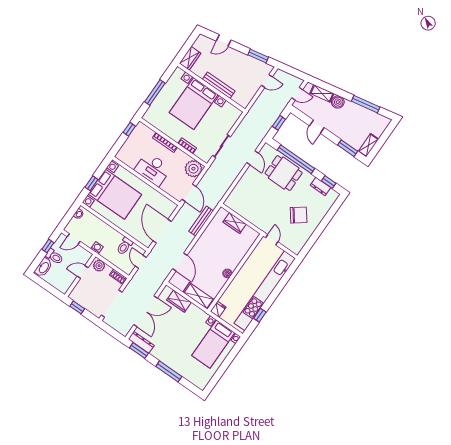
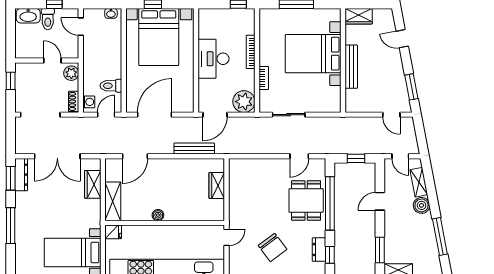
washing machine: (97, 248) -> (89, 102), moved

